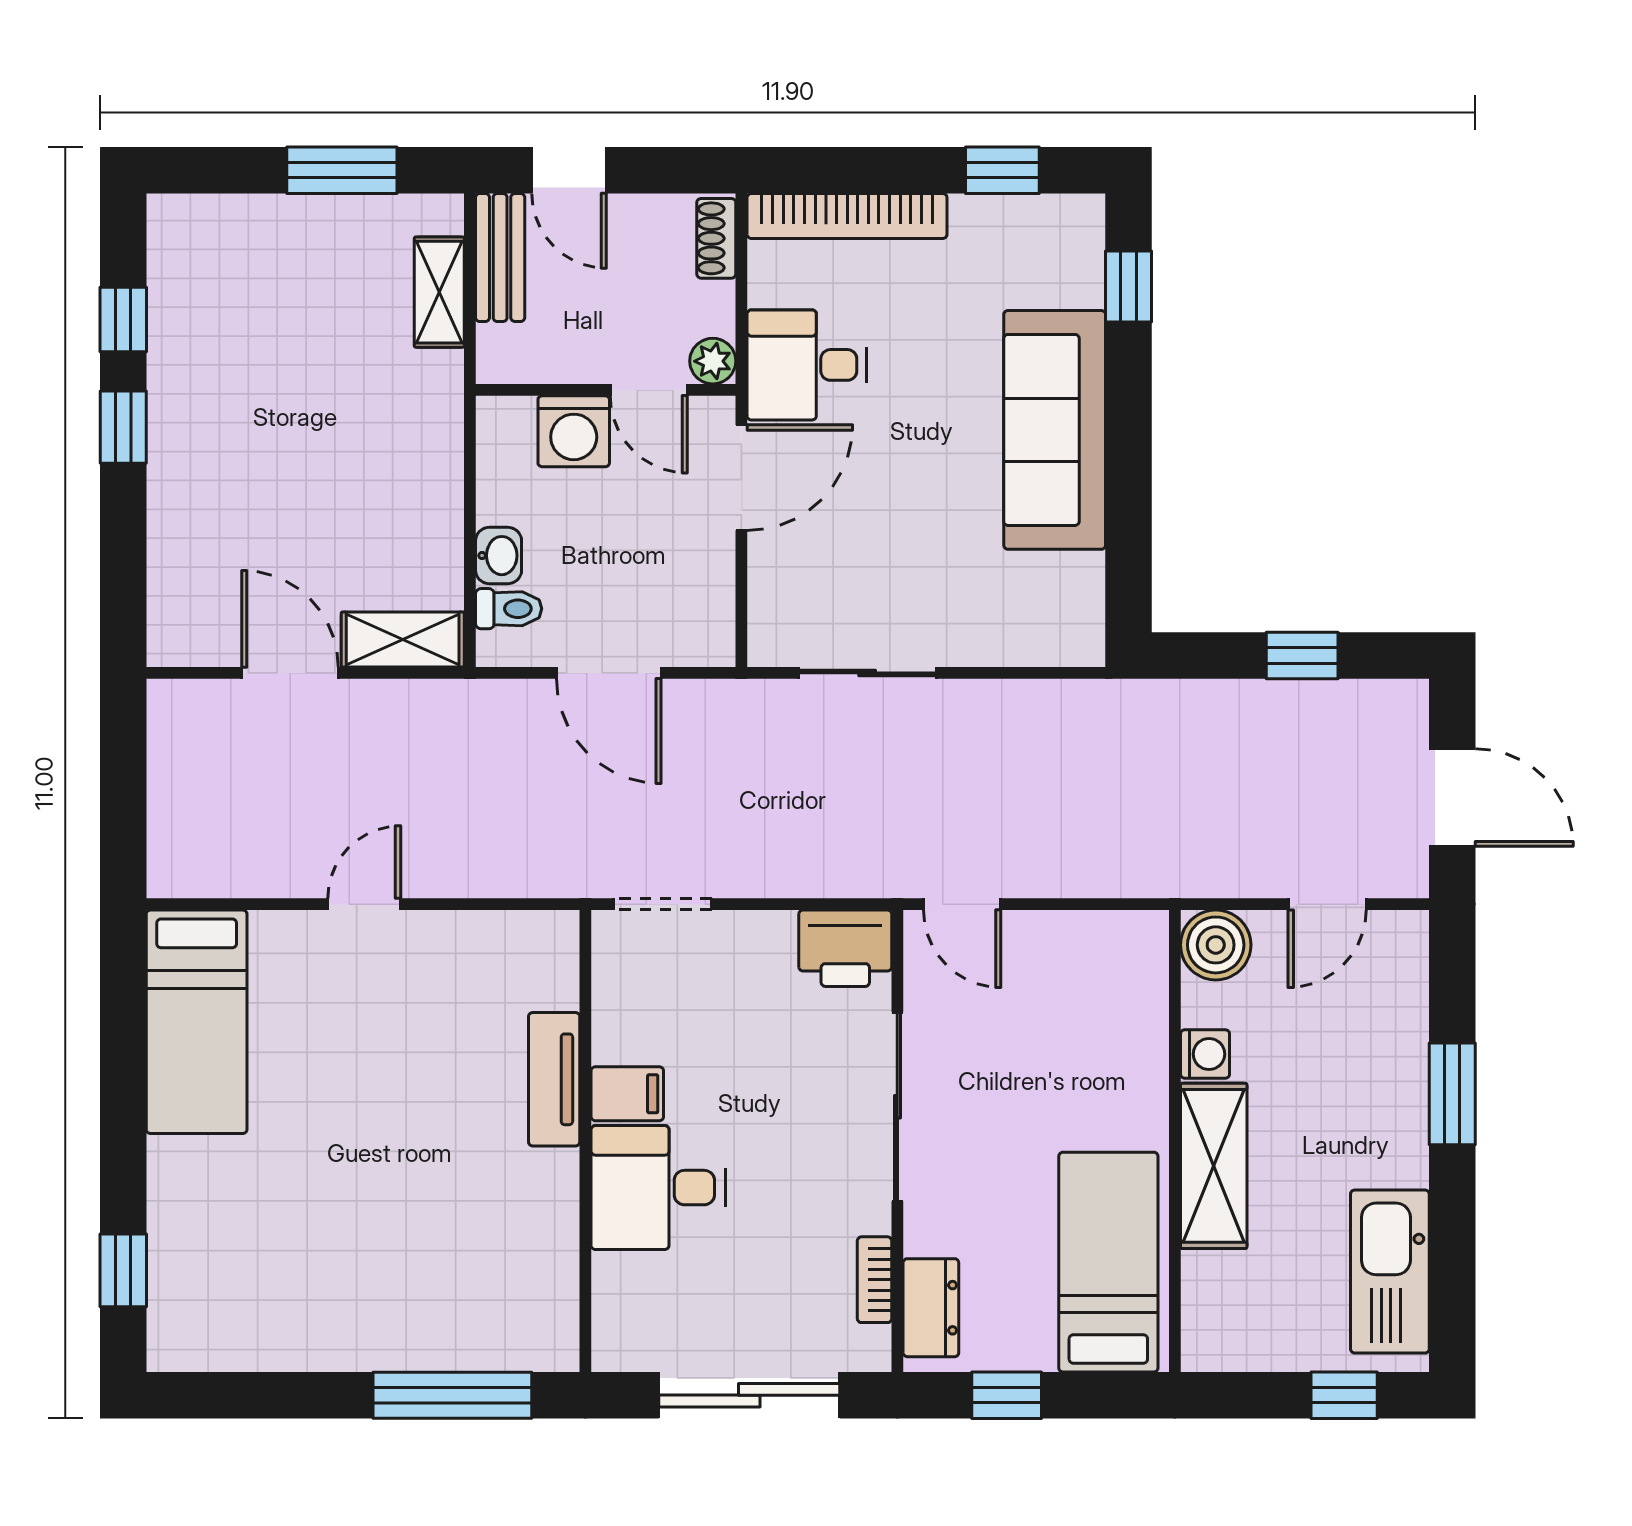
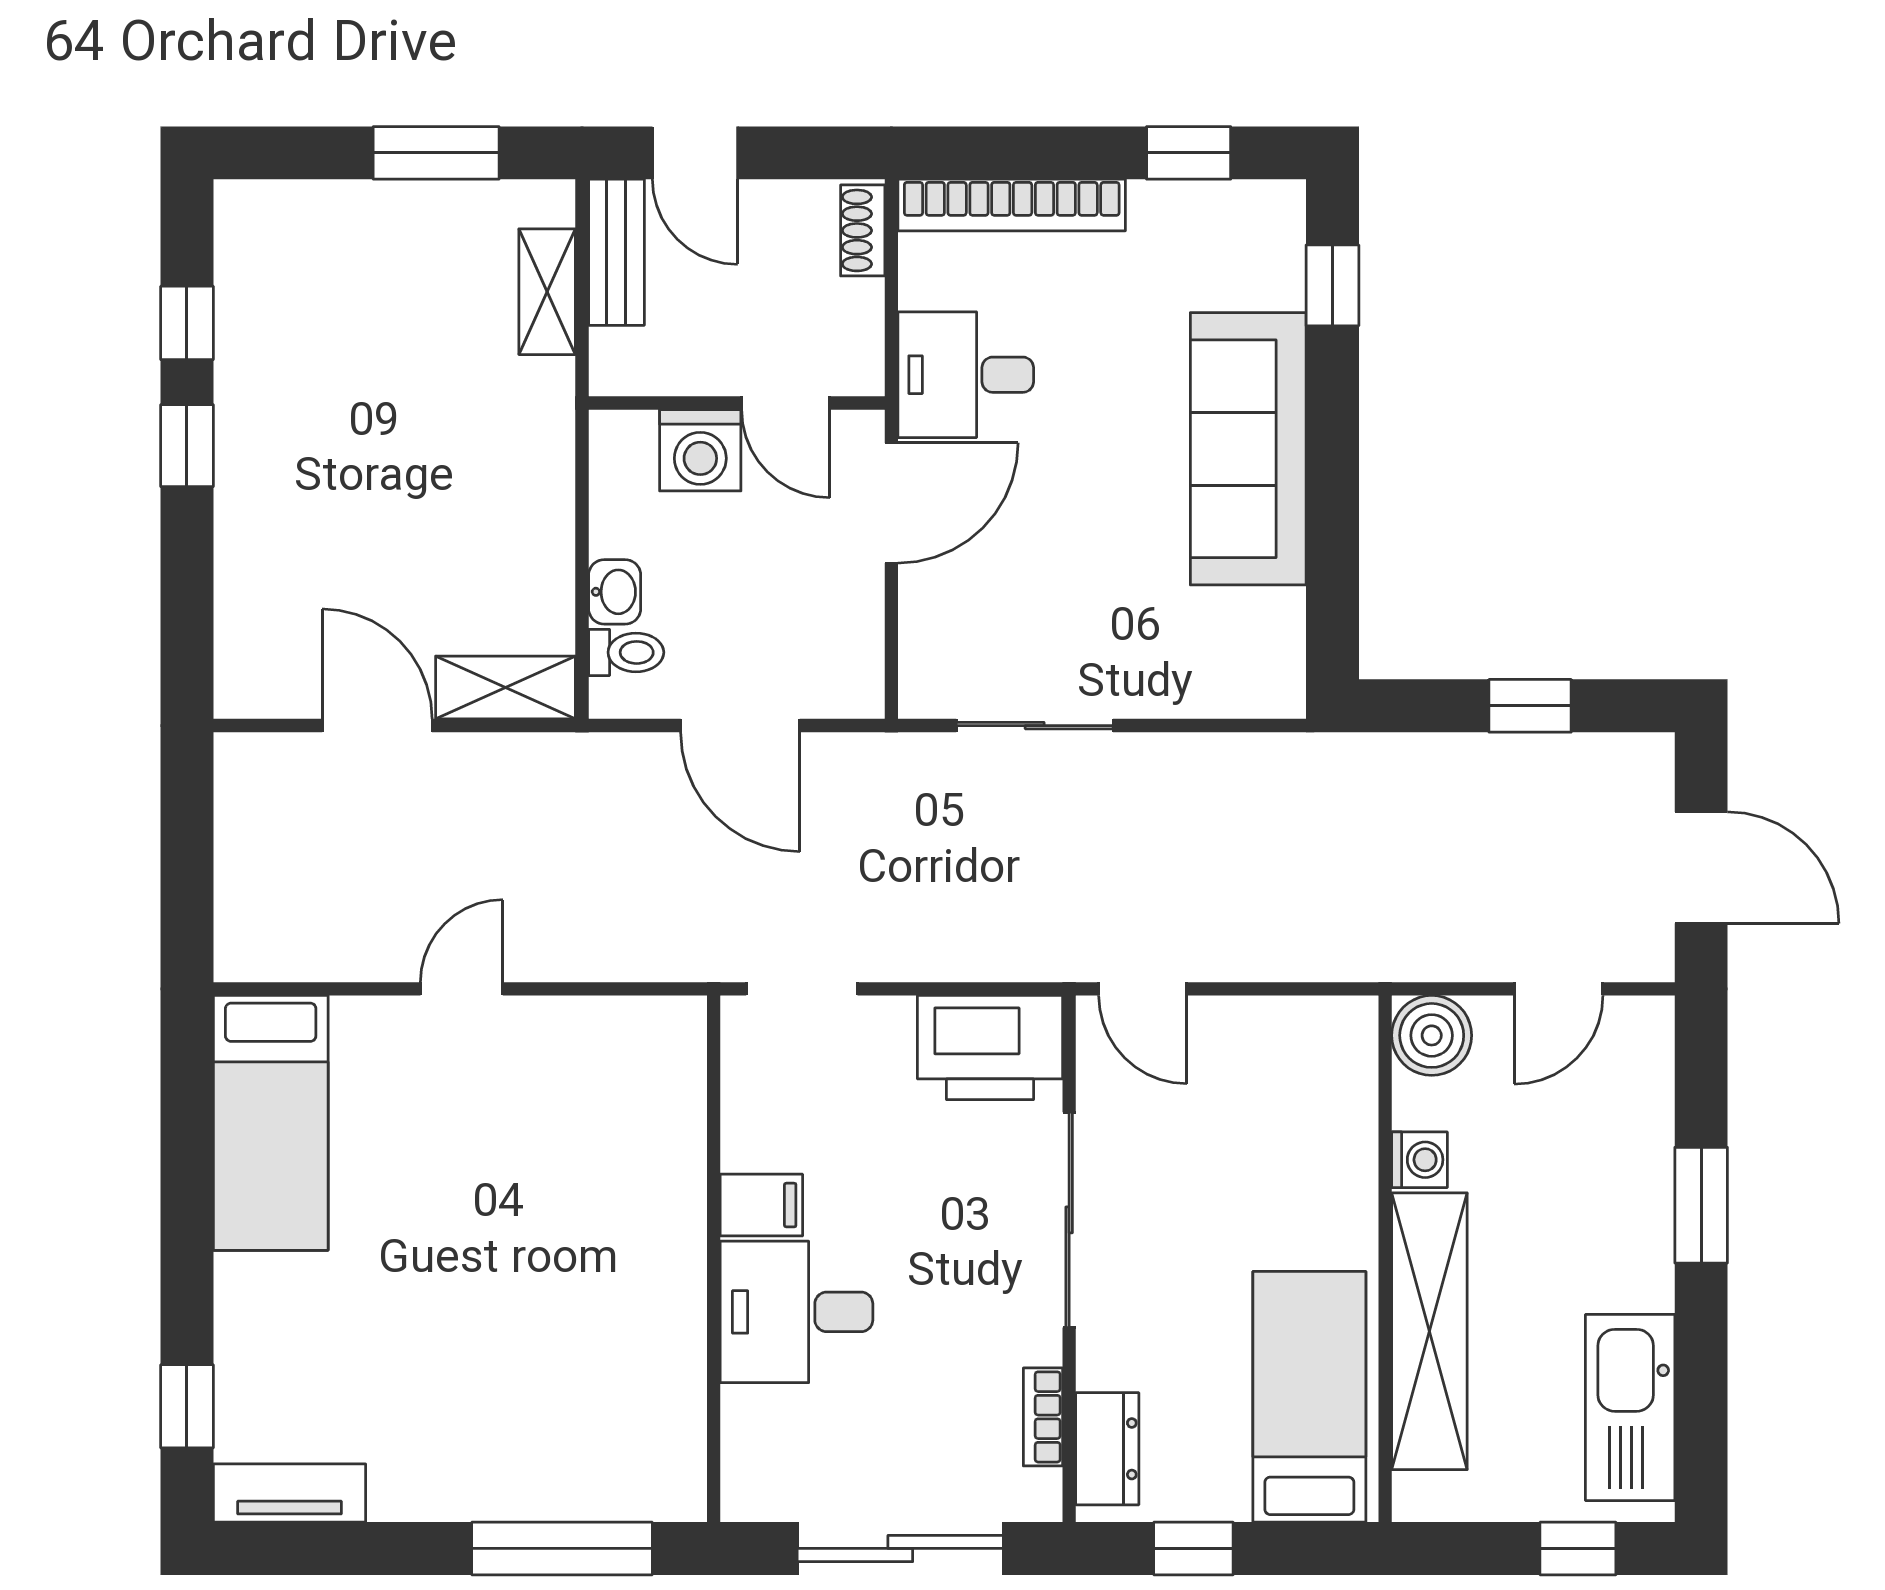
plant: (713, 361) -> (859, 370), removed
printer: (845, 948) -> (990, 1048), width x1.37, depth x1.19
tv unit: (554, 1079) -> (290, 1493), moved, turned 90
shelving: (1214, 1166) -> (1429, 1331), width x1.47

